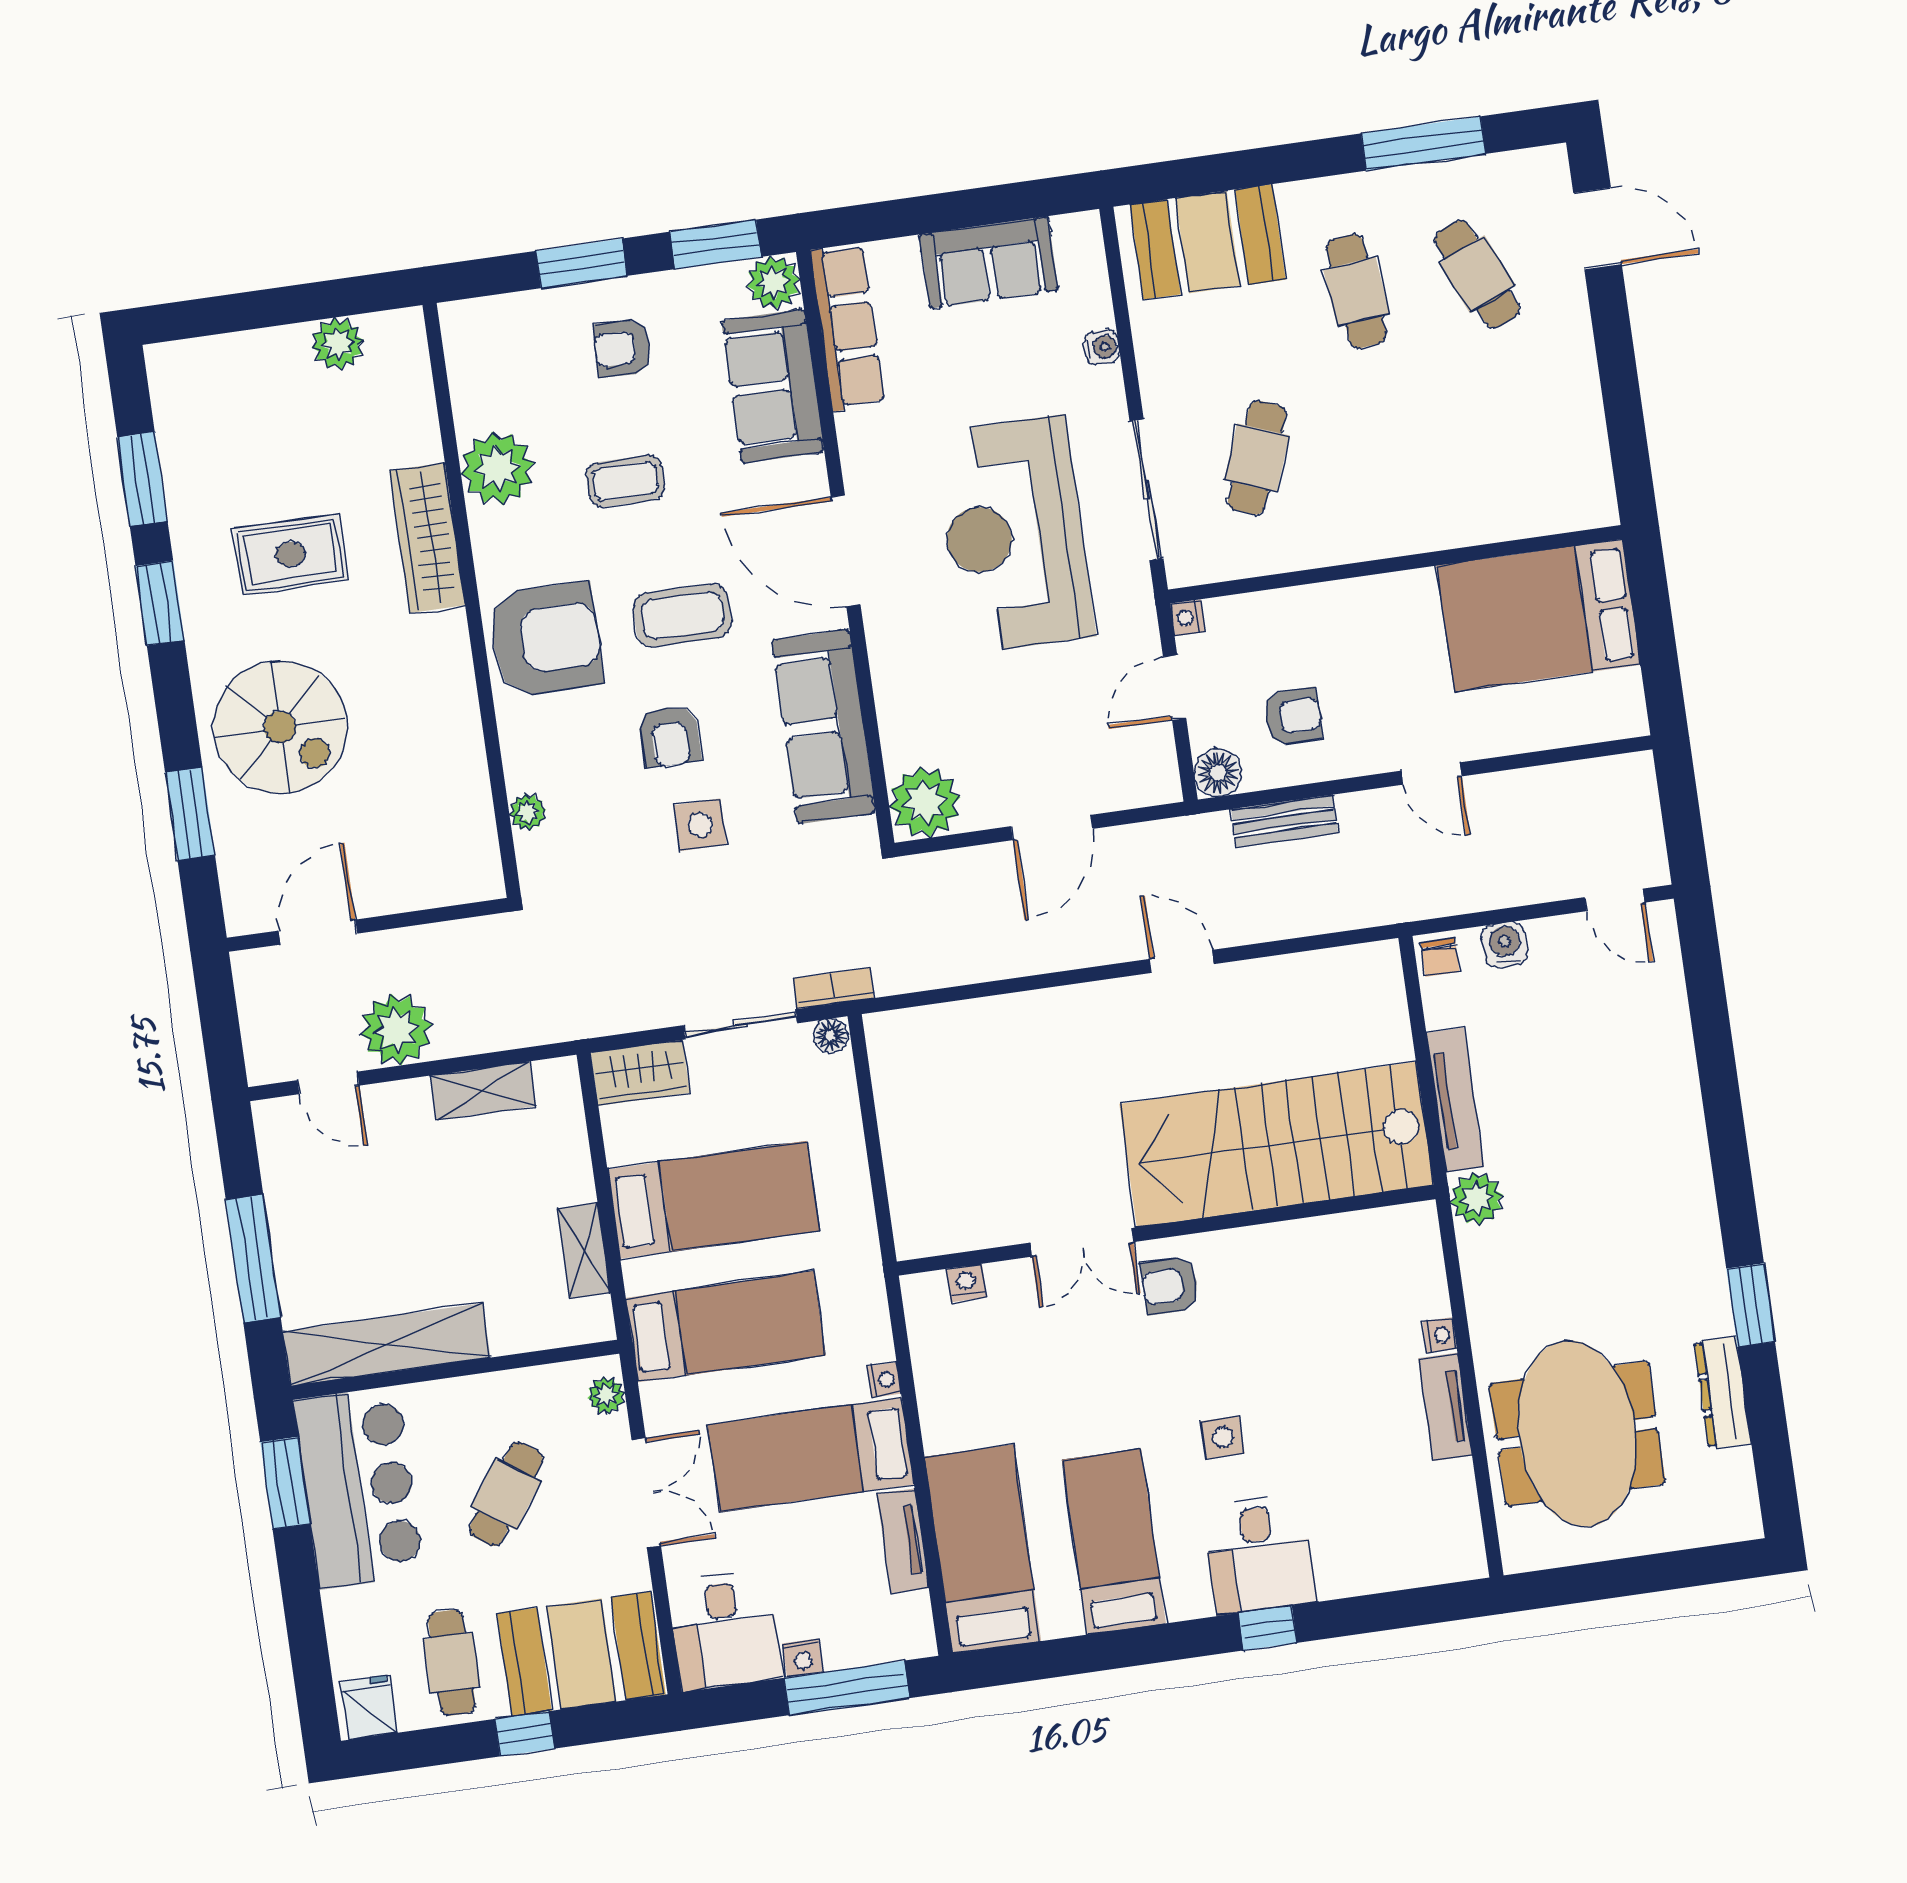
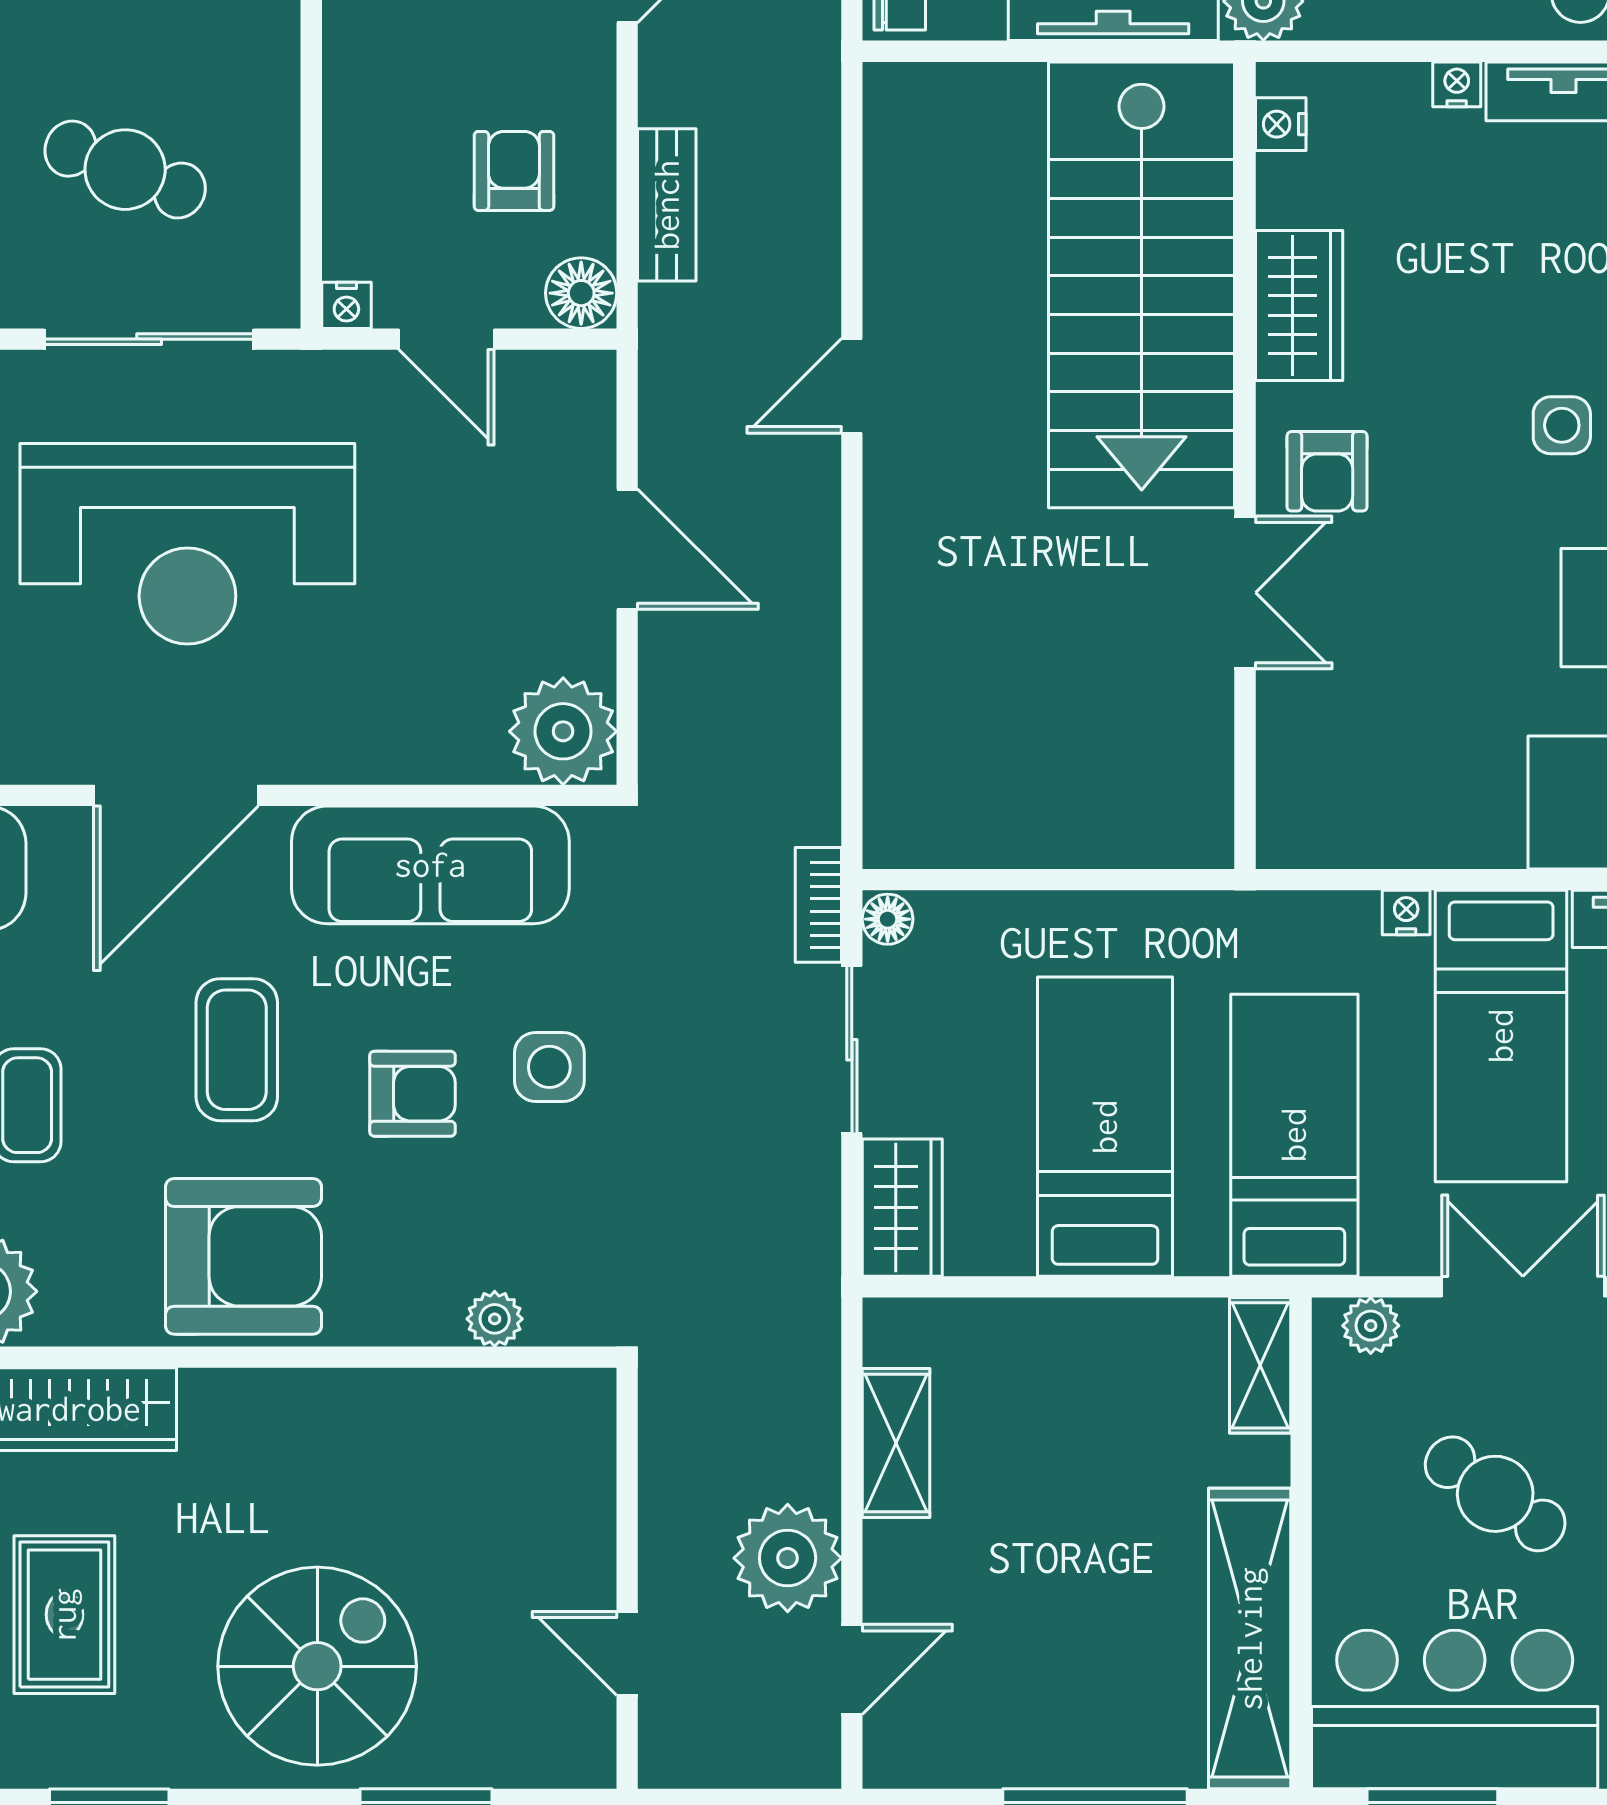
armchair: (545, 639) -> (244, 1256), turned 90
door: (318, 932) -> (627, 1653), width x0.73
shelving: (584, 1251) -> (1260, 1365), moved, turned 90
wardrobe: (1278, 1251) -> (1299, 306), added
nightstand: (966, 1283) -> (1281, 124), moved

